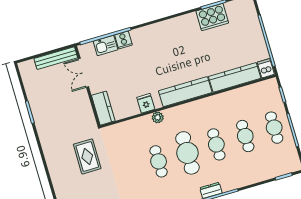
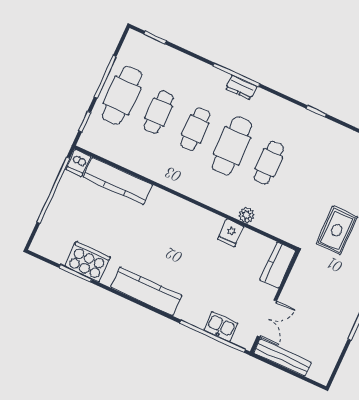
cooker: (123, 40) -> (198, 316), removed
kitchen counter: (185, 92) -> (146, 291), moved, turned 180
plant: (158, 117) -> (247, 215), moved
cafe table: (274, 128) -> (122, 95), width x1.37, depth x1.35

